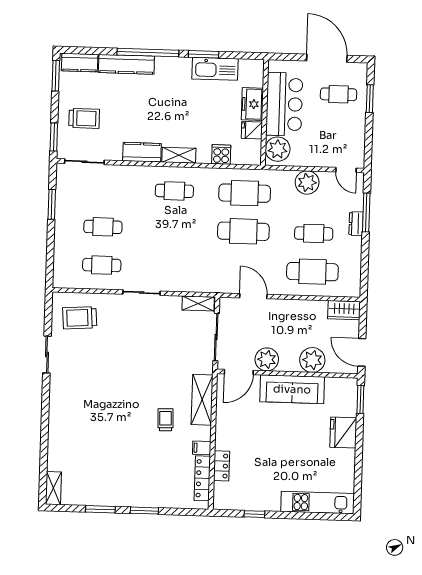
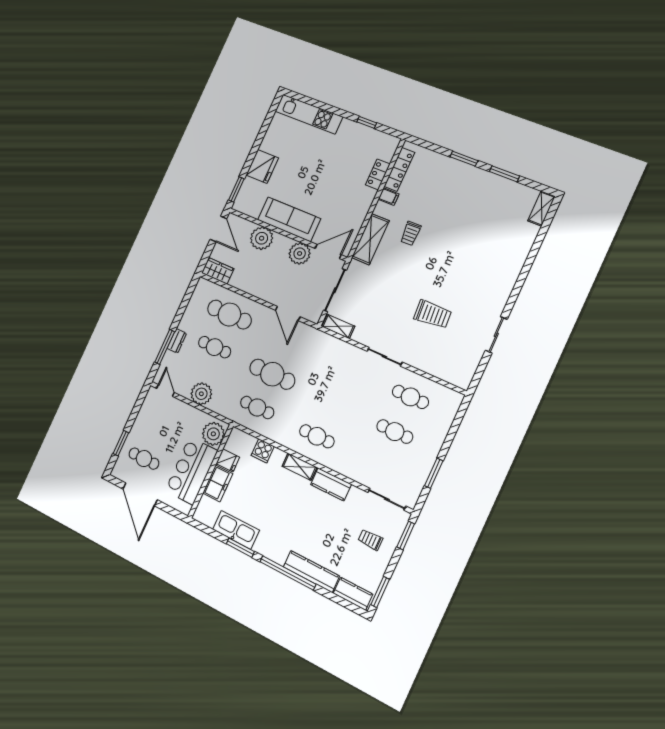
trolley: (84, 118) -> (370, 540), width x0.73, depth x0.72
cafe table: (245, 193) -> (257, 407), width x0.73, depth x0.74
trolley: (80, 318) -> (433, 314), moved

